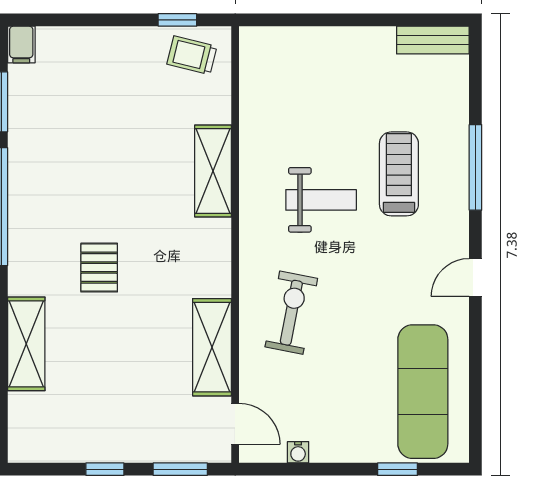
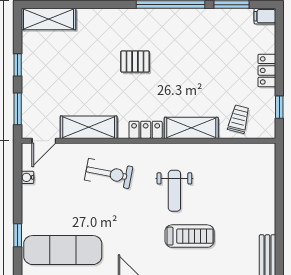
locker: (114, 41) -> (267, 70), added
trolley: (192, 55) -> (239, 119), moved
locker: (216, 249) -> (146, 130), added
shelving: (26, 344) -> (49, 19), moved

